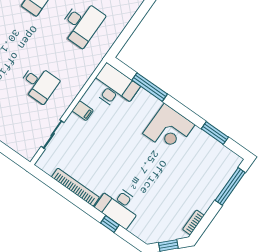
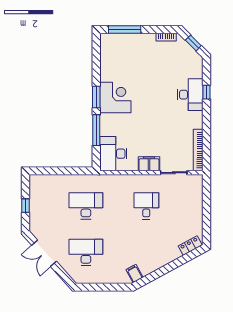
filing cabinet: (83, 111) -> (149, 164), width x2.00
window: (215, 133) -> (96, 97), moved
bookcase: (75, 187) -> (198, 150), moved

